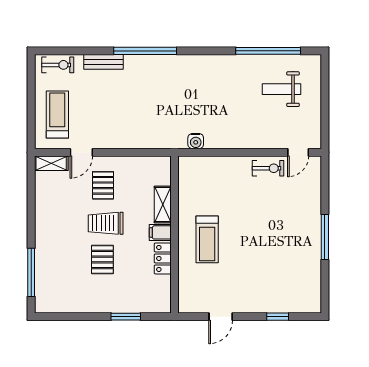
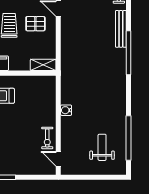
bench: (103, 62) -> (121, 29), width x1.36
water cooler: (196, 141) -> (66, 110), moved
shelving: (163, 205) -> (43, 65), moved

